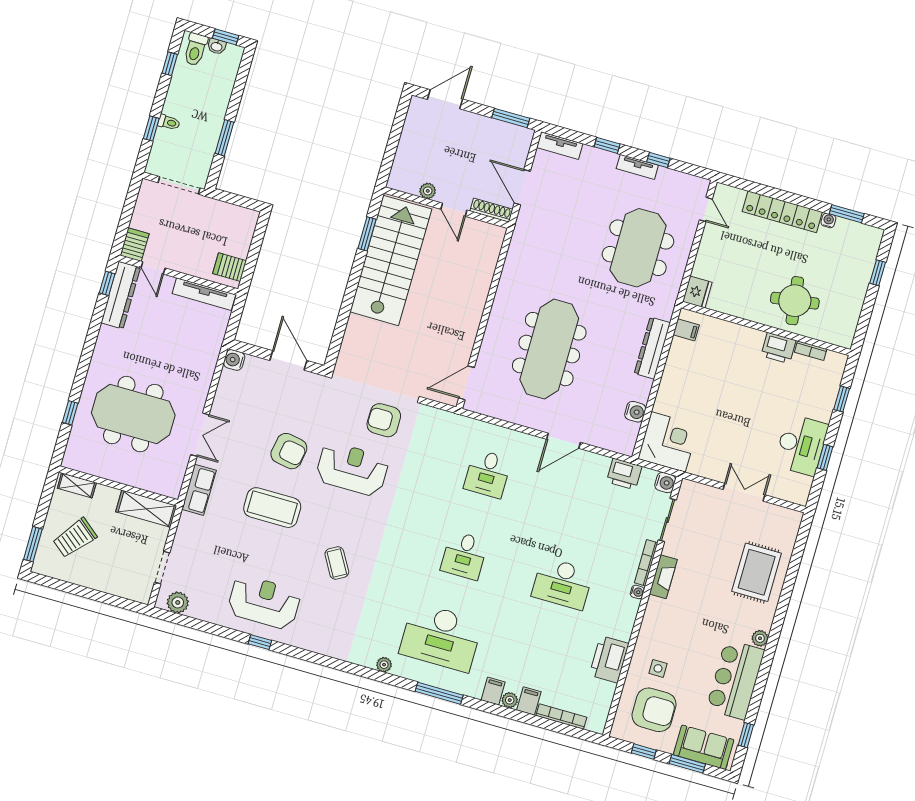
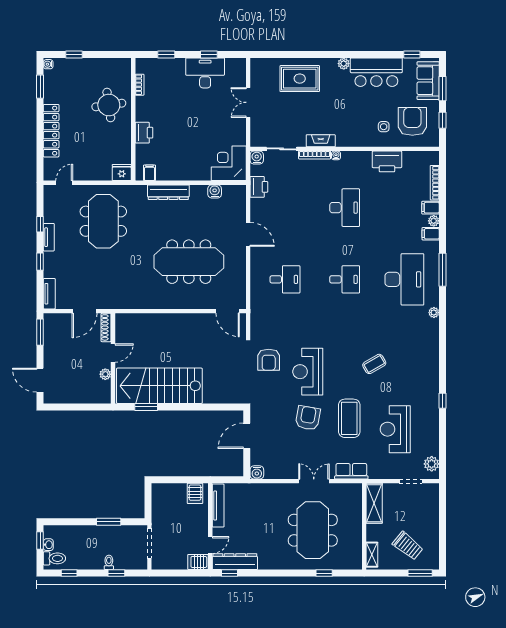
water cooler: (828, 220) -> (48, 64), moved
meeting table: (638, 248) -> (103, 221), turned 90
printer: (778, 348) -> (144, 133), moved
reception desk: (264, 602) -> (395, 429), moved

